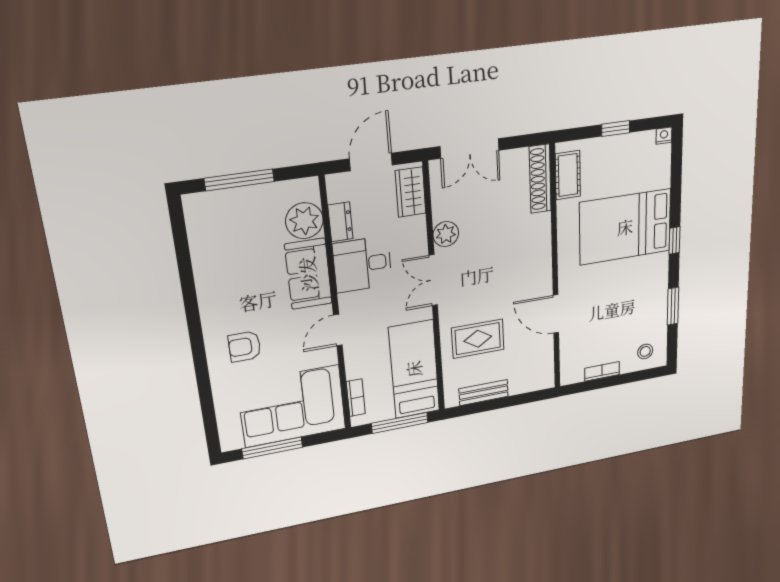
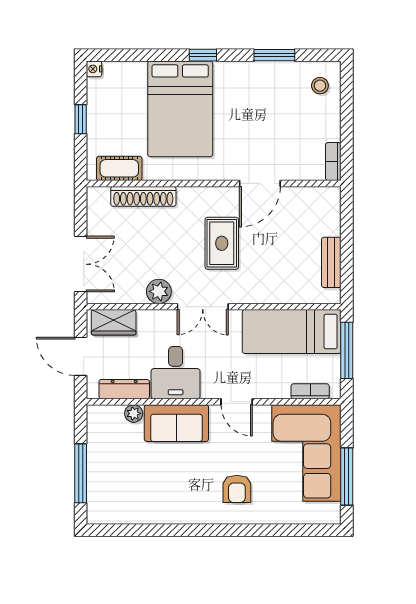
shoe rack: (540, 179) -> (143, 196), moved
plant: (304, 221) -> (134, 413), width x0.53, depth x0.53
dresser: (340, 222) -> (124, 389), width x1.44
rug: (478, 339) -> (222, 243), moved
bookcase: (602, 371) -> (333, 162), moved

